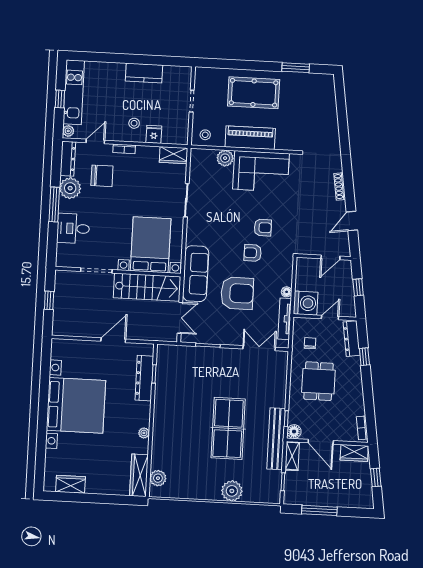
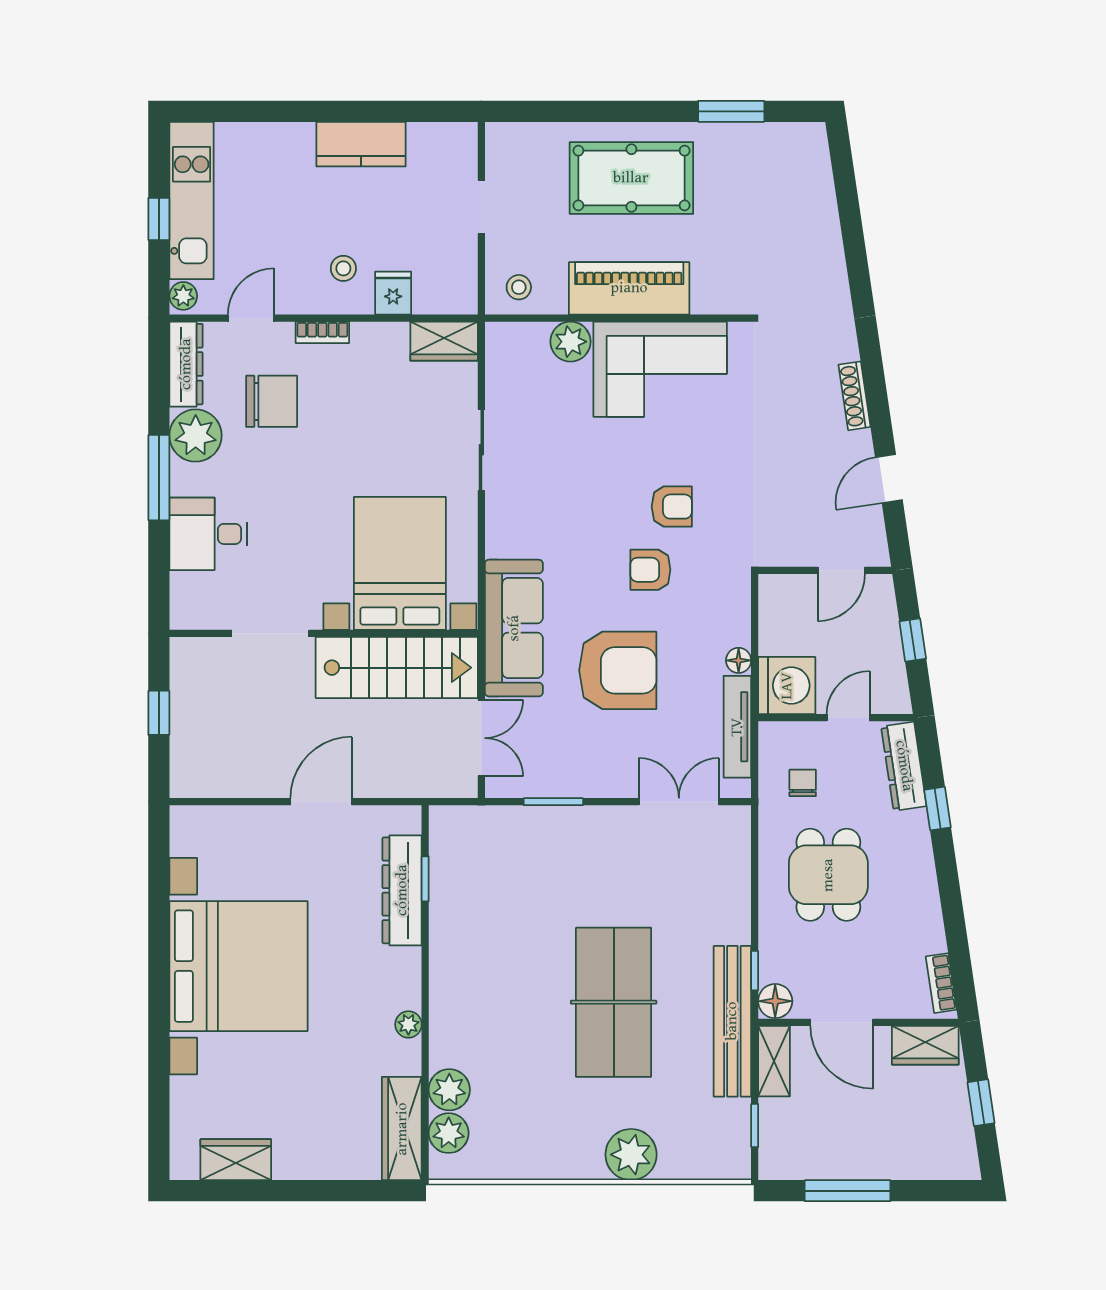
plant: (159, 460) -> (449, 1090), added

